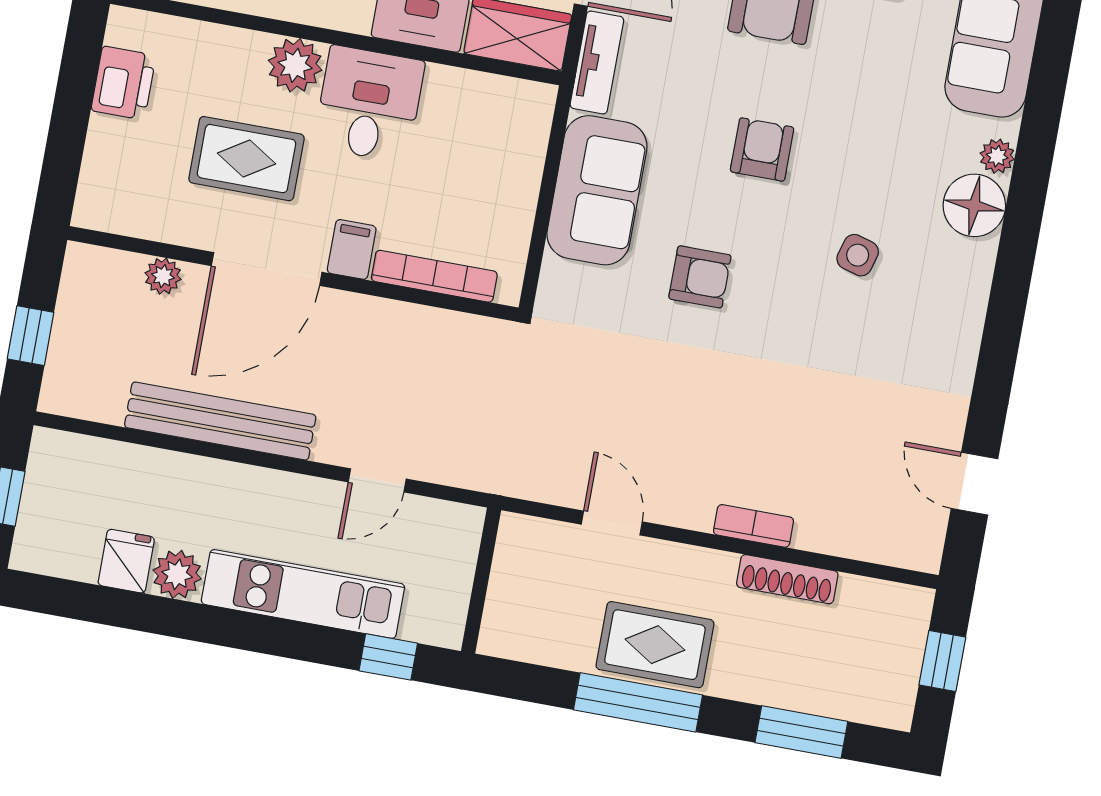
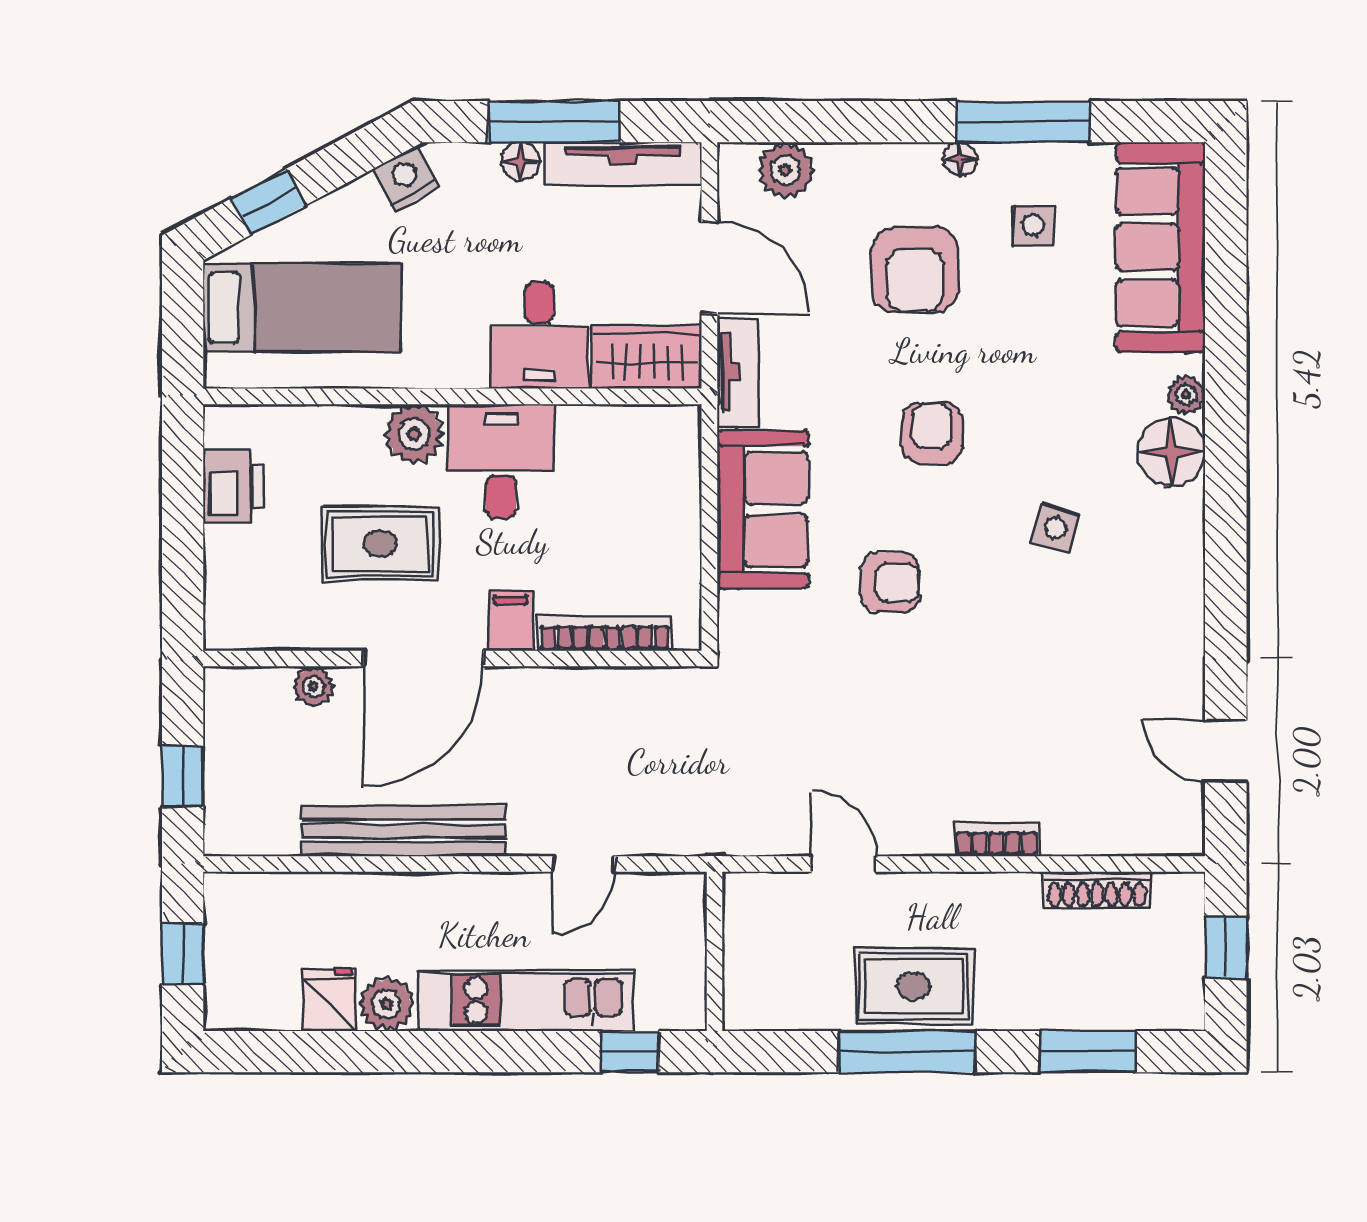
shoe rack: (787, 579) -> (1097, 890), moved

